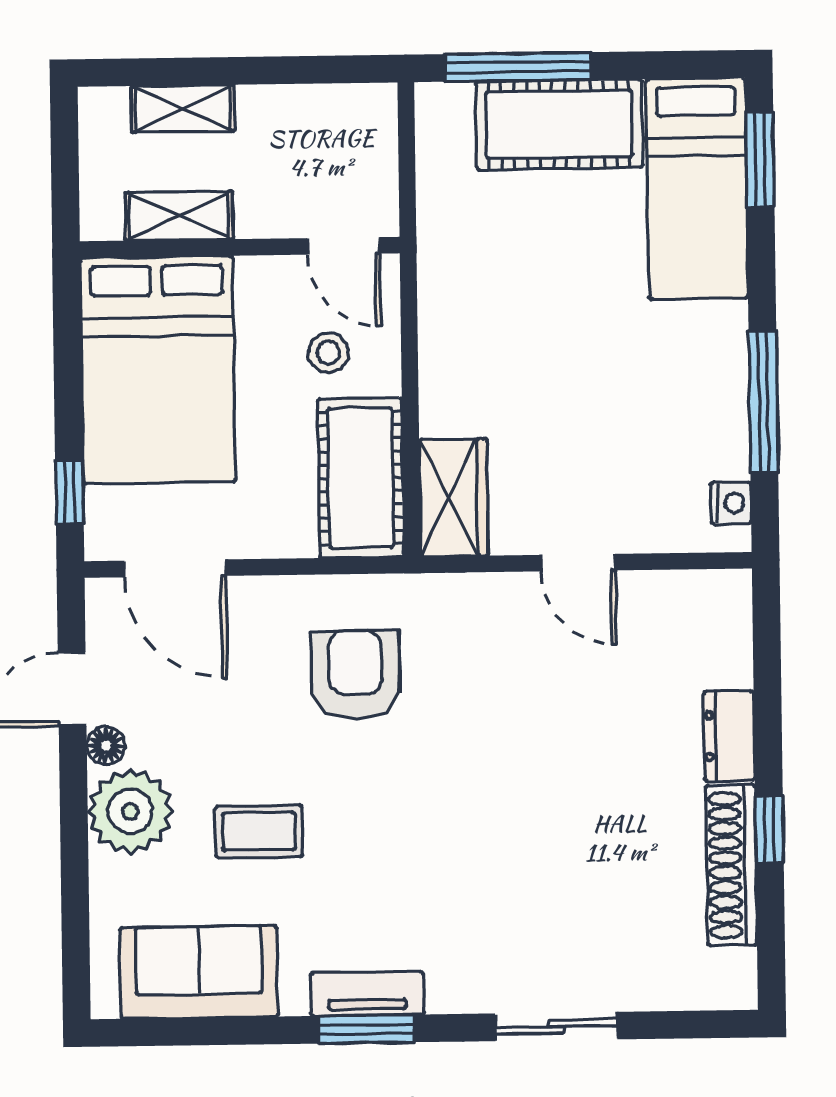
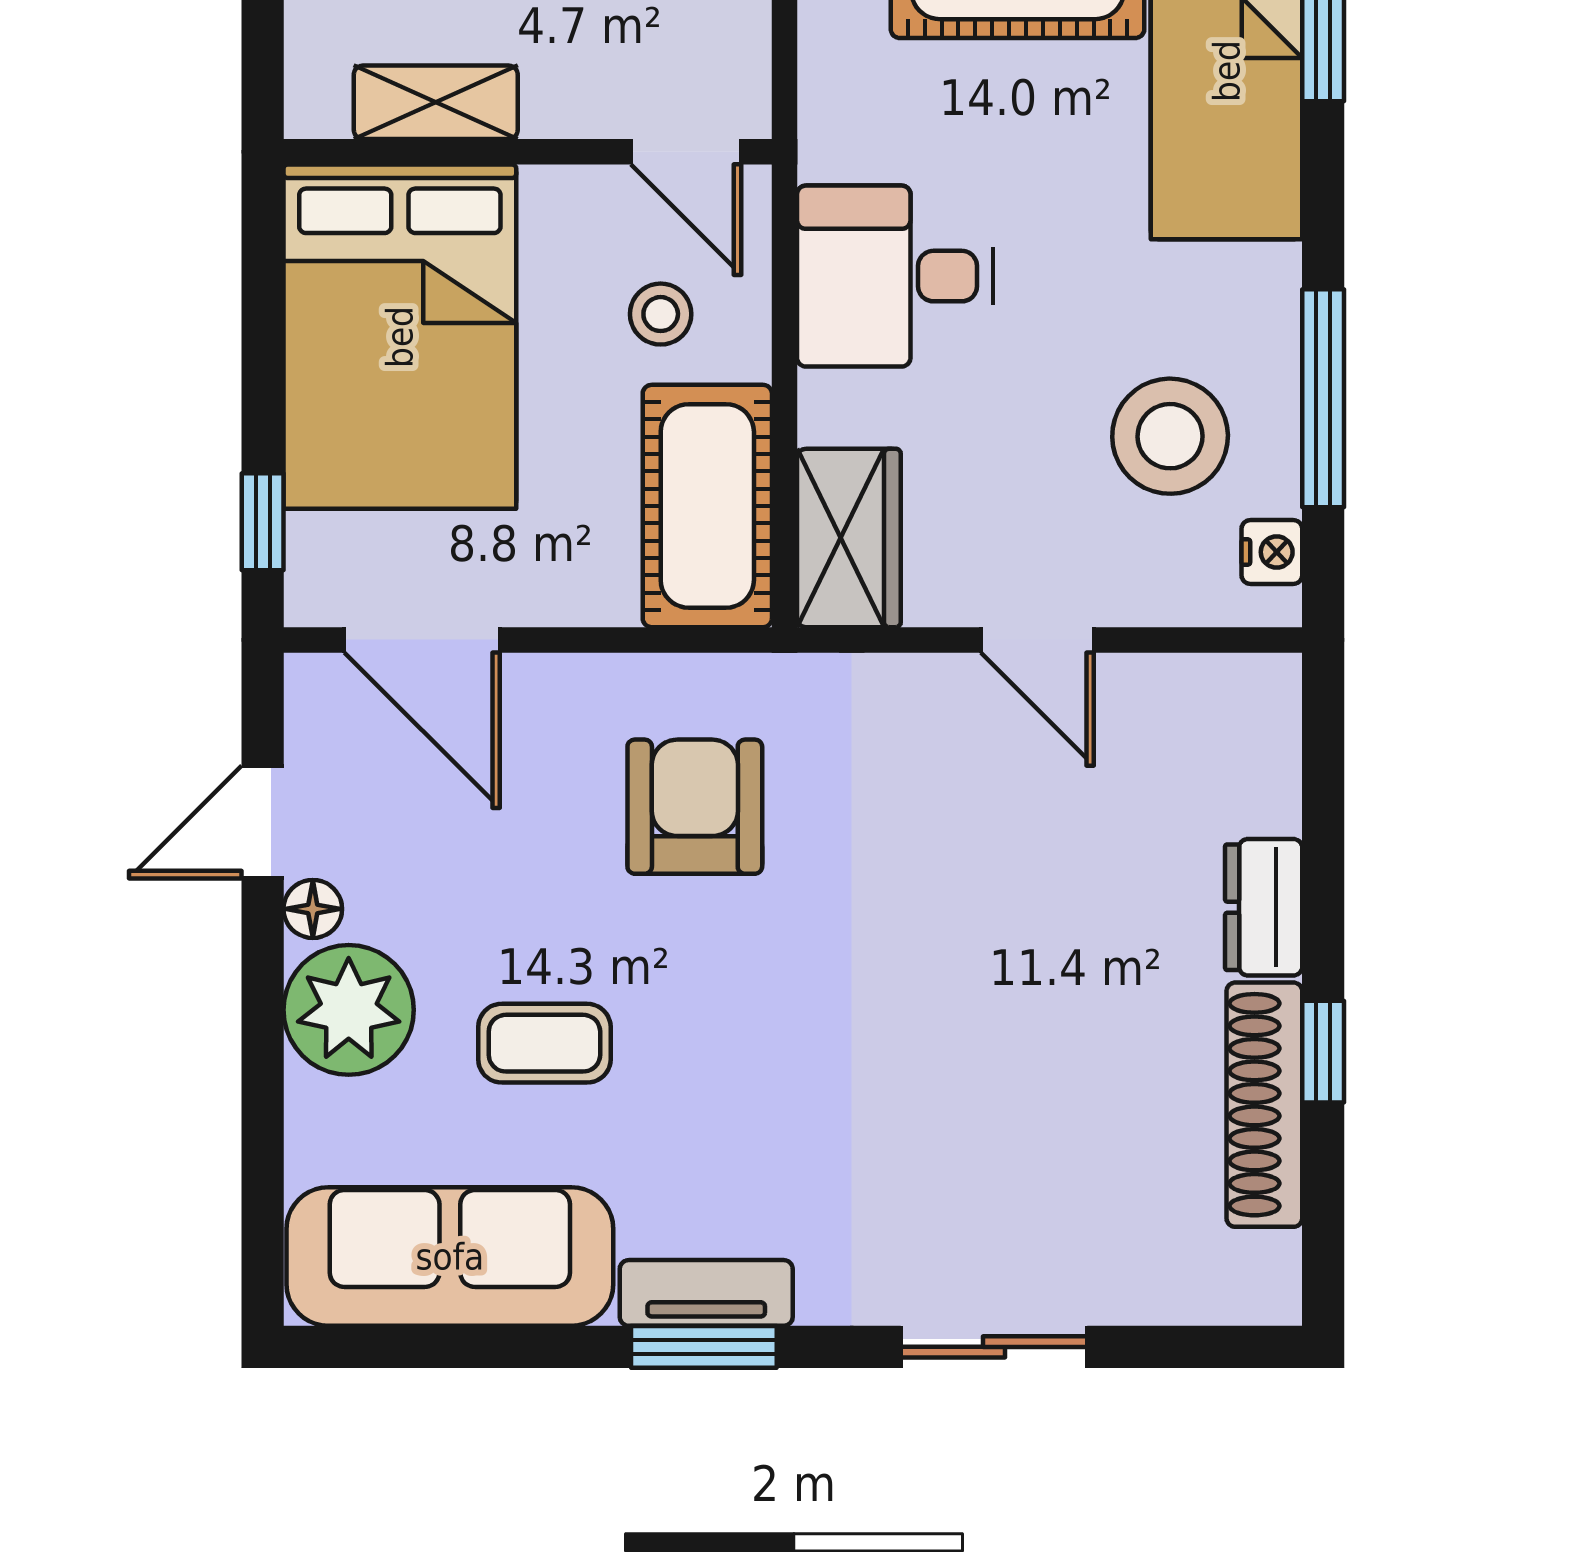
desk: (481, 326) -> (895, 276), added
stool: (663, 428) -> (1170, 436), added
sofa: (199, 972) -> (450, 1257), width x1.36

